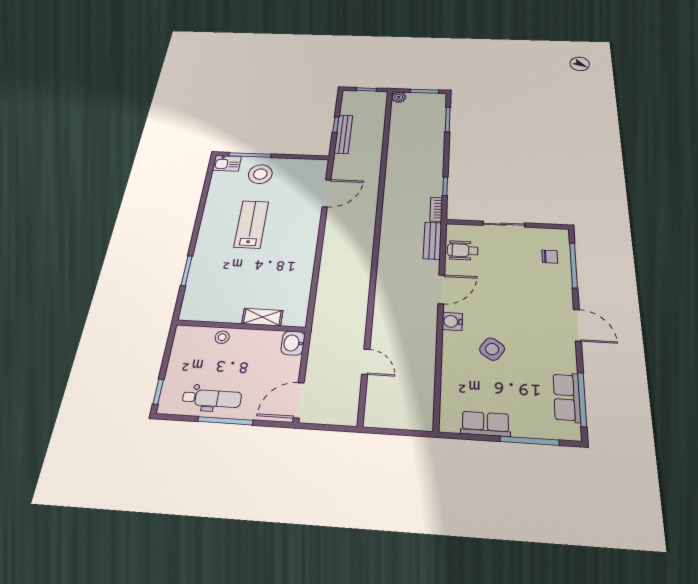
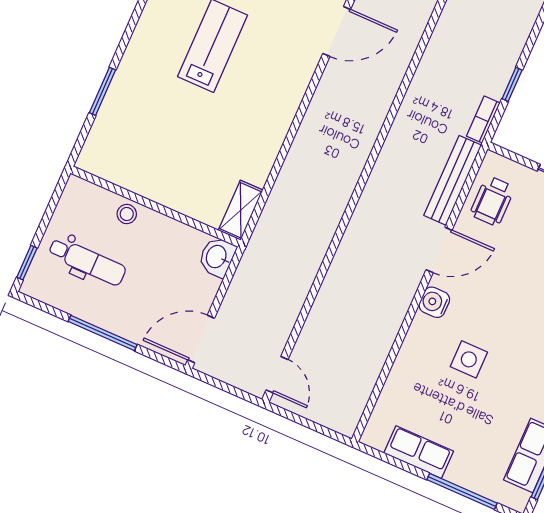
bench: (432, 241) -> (453, 180), width x1.36
wheelchair: (463, 250) -> (492, 201), turned -90
shelving: (262, 317) -> (241, 210), moved, turned 90
side table: (492, 349) -> (469, 359), turned -35
door: (366, 362) -> (277, 375), moved
dental chair: (212, 398) -> (87, 261), moved

